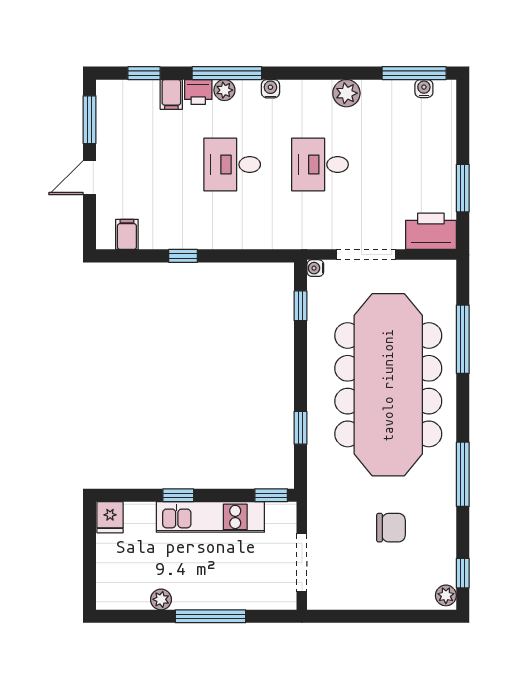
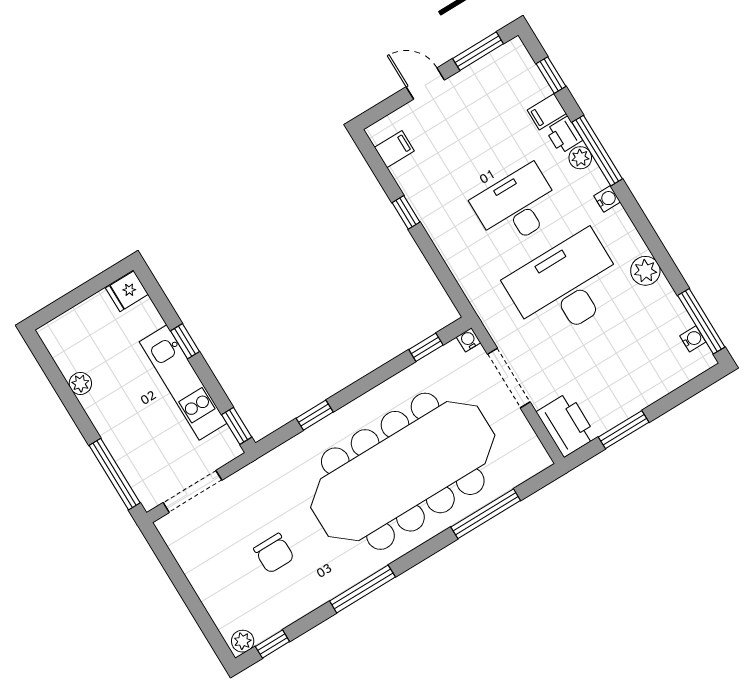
desk: (232, 164) -> (517, 206), width x1.37
desk: (320, 164) -> (566, 286), width x1.87, depth x1.30
window: (211, 616) -> (115, 474), moved

